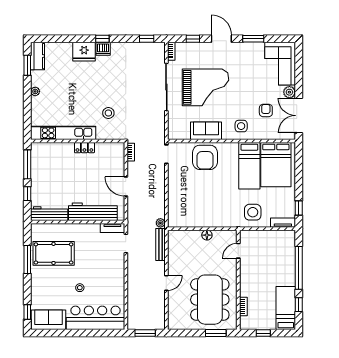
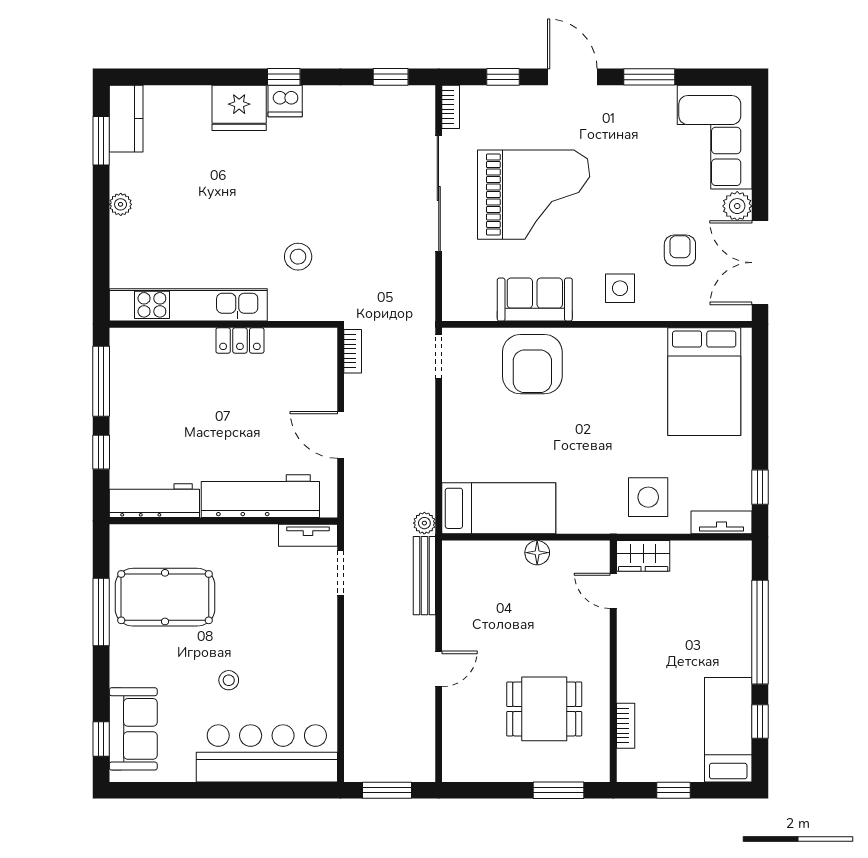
bed: (249, 166) -> (499, 508), moved, turned -90
wardrobe: (251, 236) -> (643, 556), added
door: (238, 251) -> (613, 591), hinge flipped
dining table: (210, 300) -> (544, 709), width x0.53, depth x0.80
sofa: (49, 320) -> (133, 729), moved, turned 90

